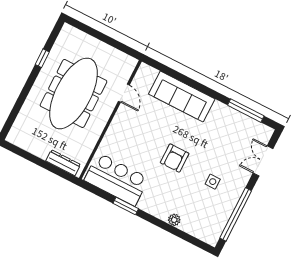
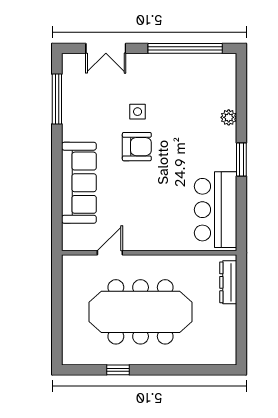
armchair: (175, 158) -> (137, 147), moved
side table: (213, 182) -> (138, 112), moved
window: (126, 206) -> (241, 160), moved

